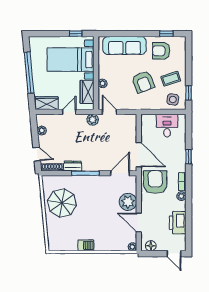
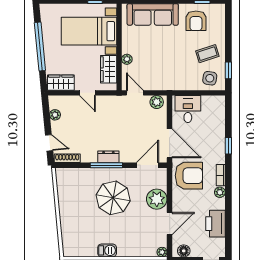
armchair: (161, 51) -> (196, 21), turned -90
armchair: (143, 82) -> (175, 57), removed
door: (69, 112) -> (87, 93), swing flipped
plant: (93, 120) -> (157, 102), moved
desk: (167, 126) -> (188, 109), moved
dresser: (73, 166) -> (108, 157), moved
armchair: (155, 182) -> (189, 176), turned 90
parasol: (62, 203) -> (113, 198), moved
door: (139, 223) -> (170, 224), swing flipped

